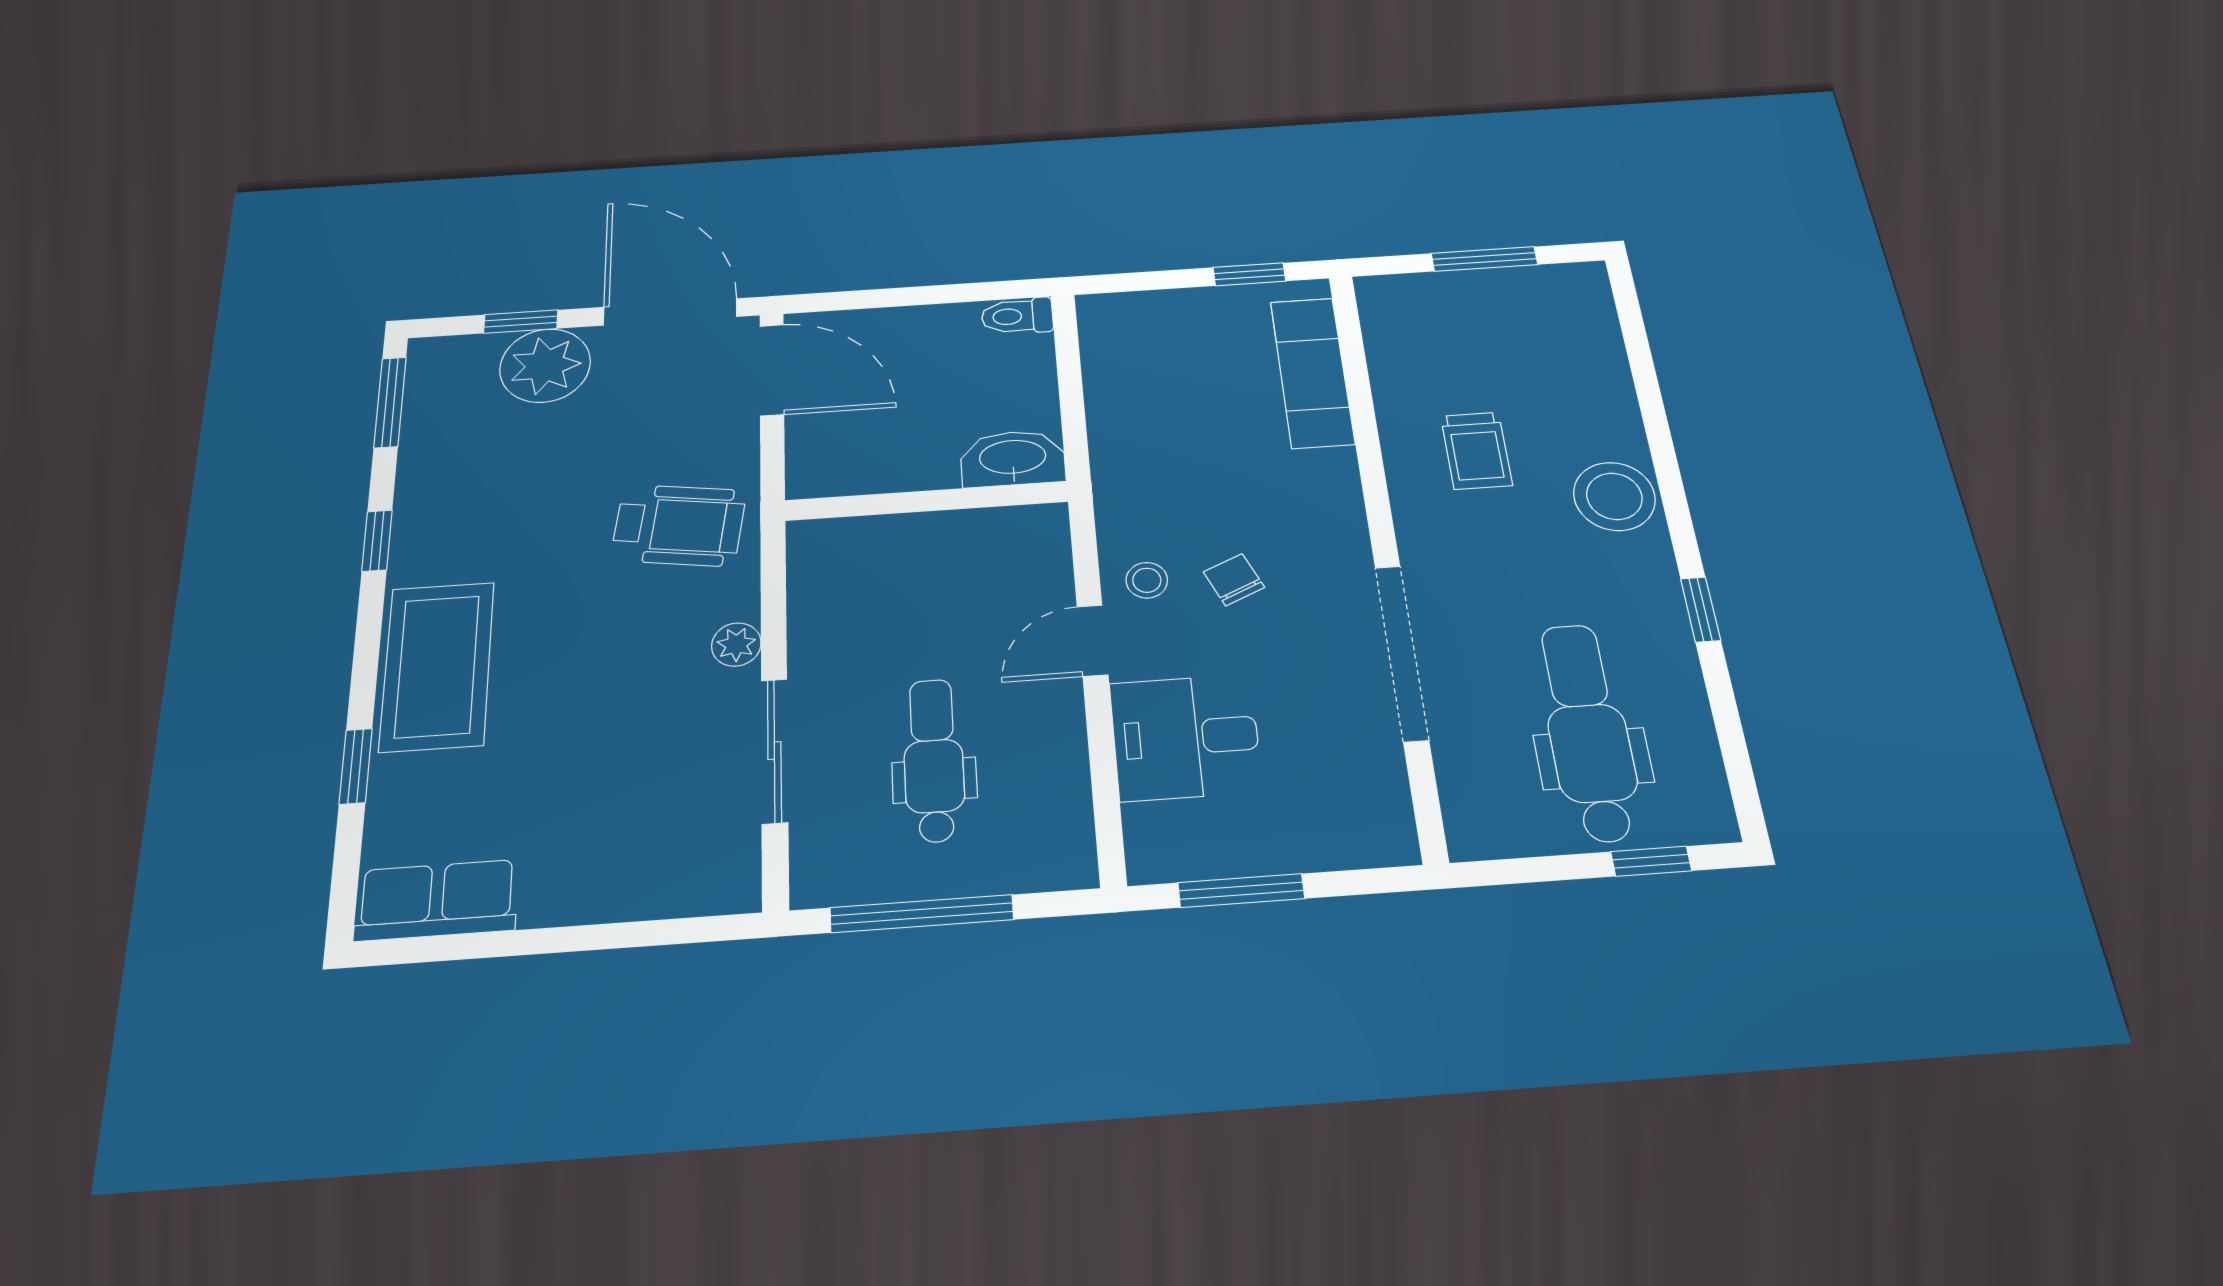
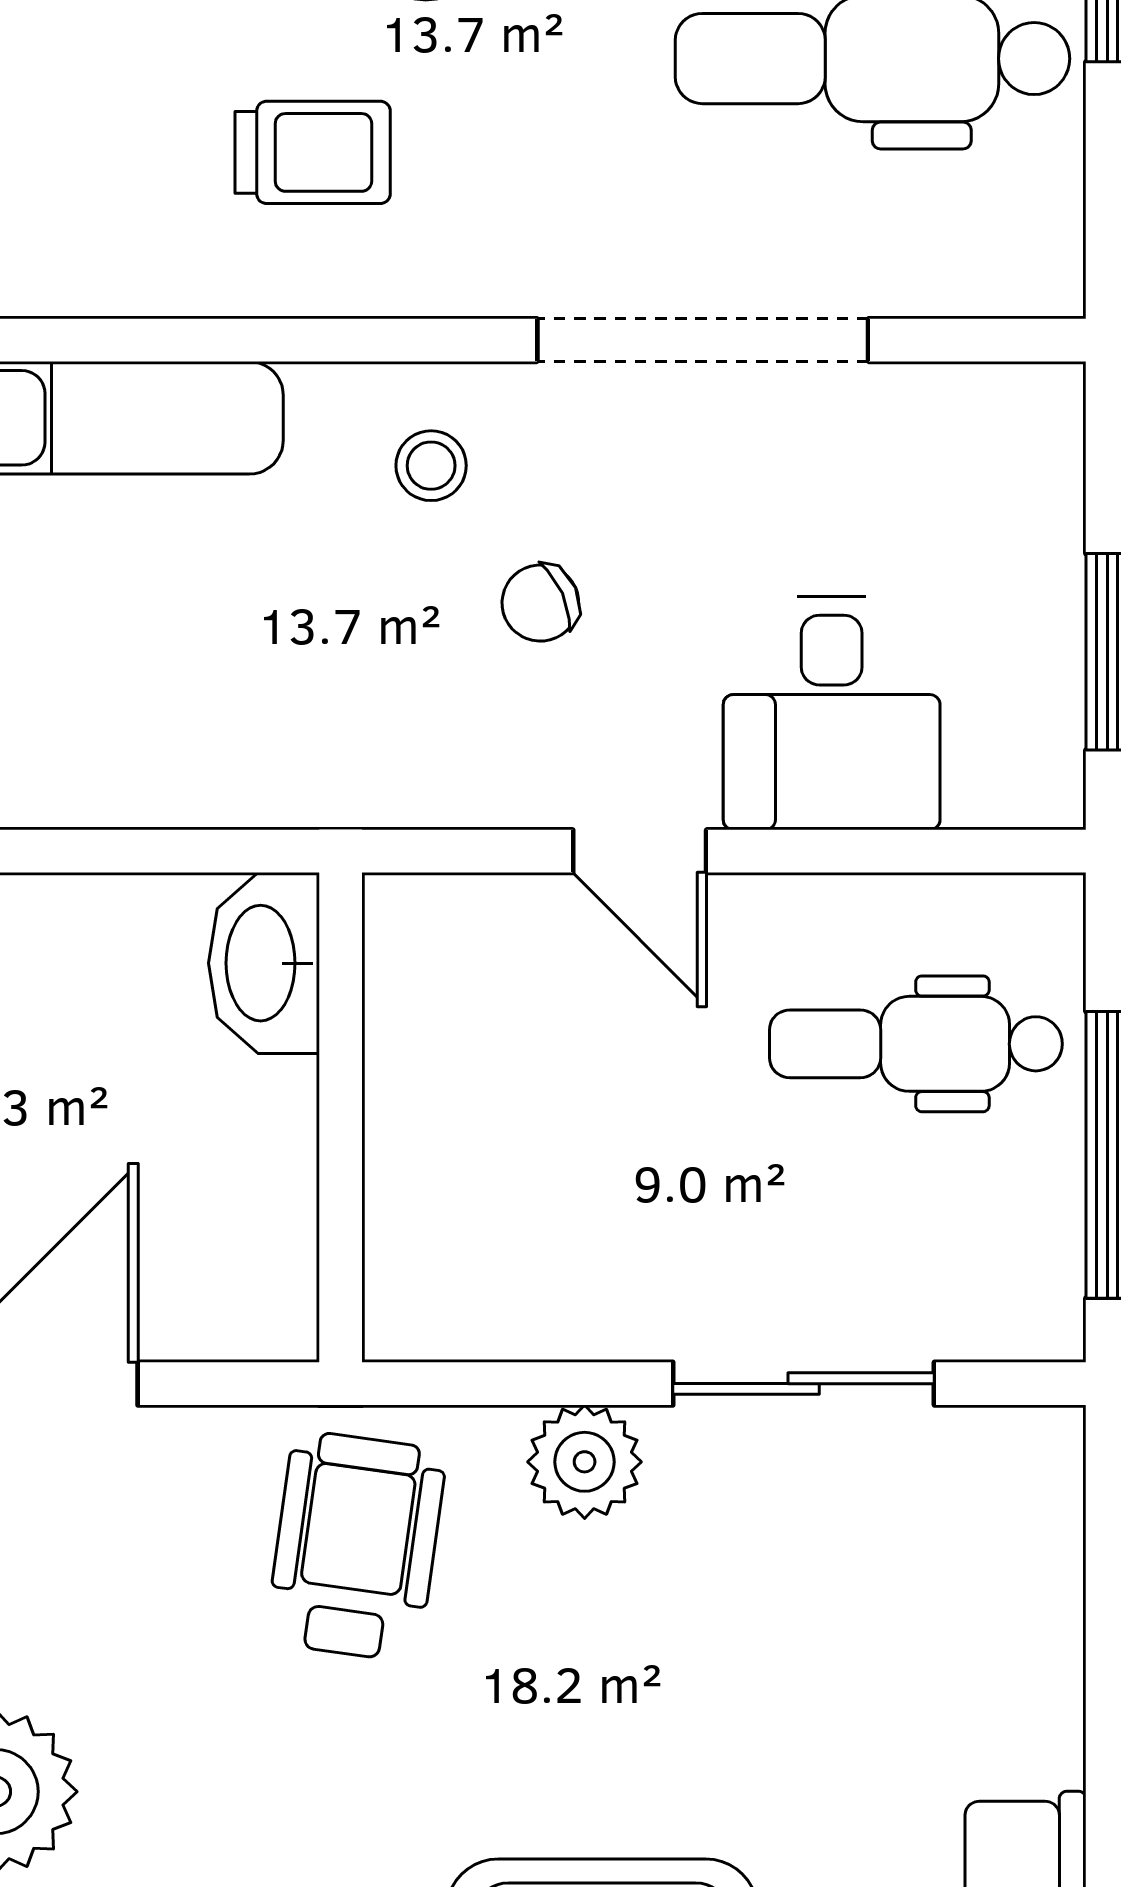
stool: (1147, 580) -> (431, 466), moved
plant: (736, 645) -> (585, 1462), width x1.38, depth x1.38
dental chair: (934, 760) -> (916, 1044), moved

